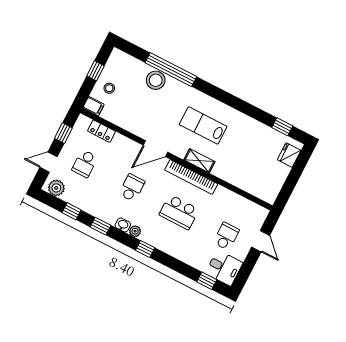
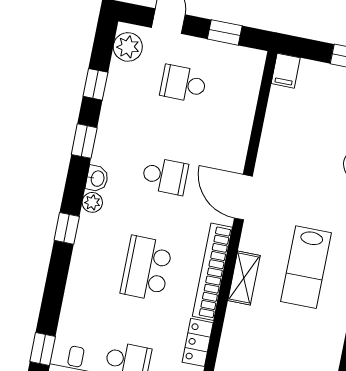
stool: (109, 88) -> (324, 89), removed
lab bench: (203, 125) -> (306, 267), turned 180
locker: (102, 131) -> (198, 342), moved

